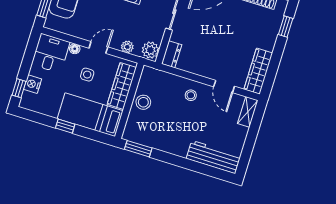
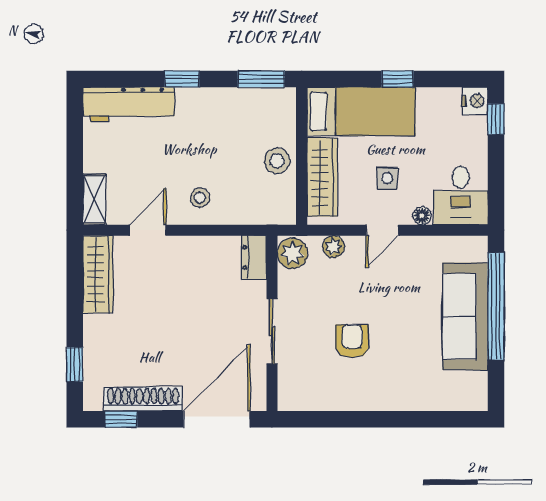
nightstand: (33, 84) -> (475, 101), moved
door: (224, 86) -> (148, 230), hinge flipped
window: (181, 162) -> (182, 79), added

